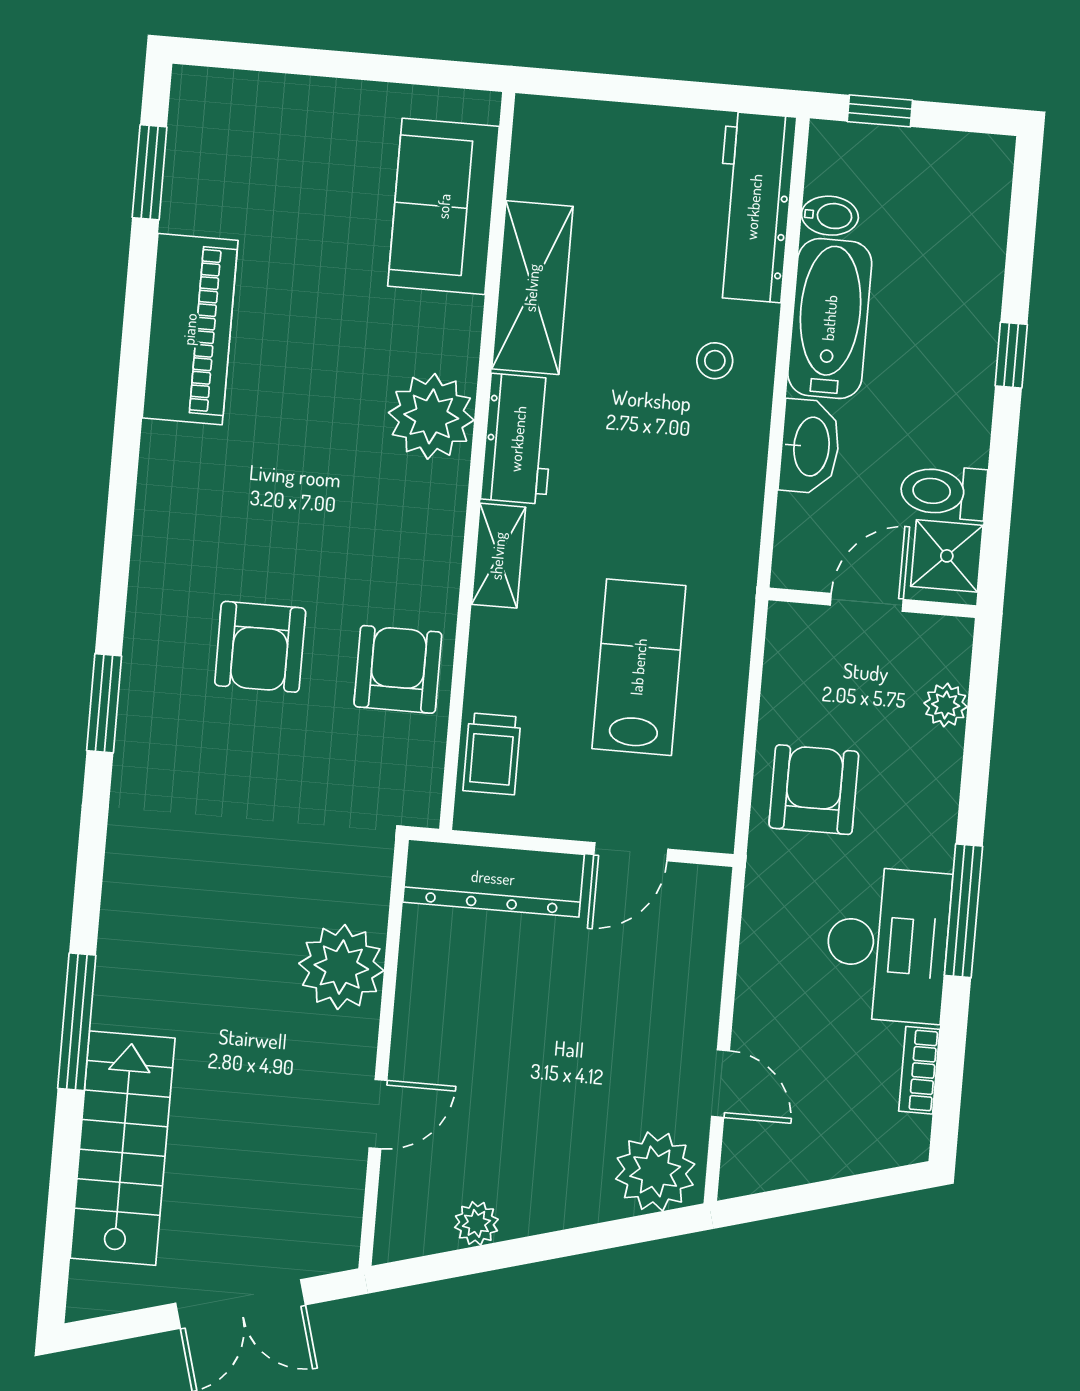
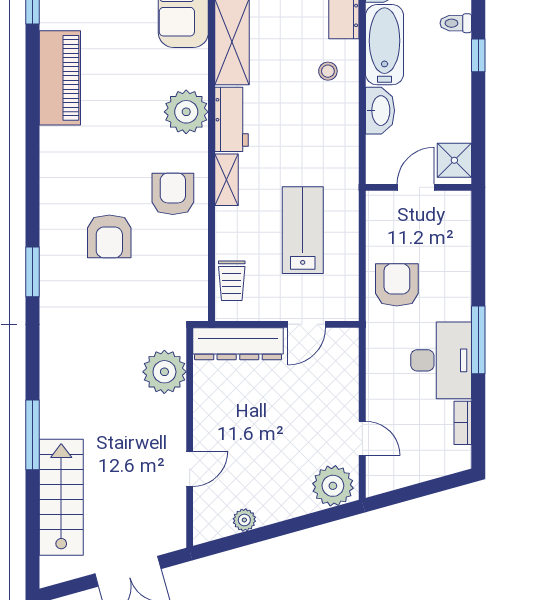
toilet: (943, 492) -> (456, 23), moved, width x0.73, depth x0.72
armchair: (398, 669) -> (173, 194), moved
plant: (946, 705) -> (460, 236), removed
plant: (341, 967) -> (164, 372), moved

